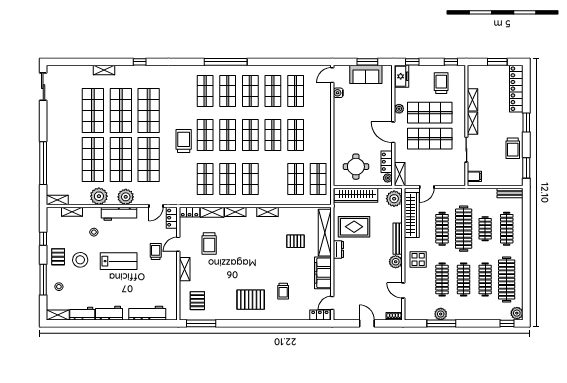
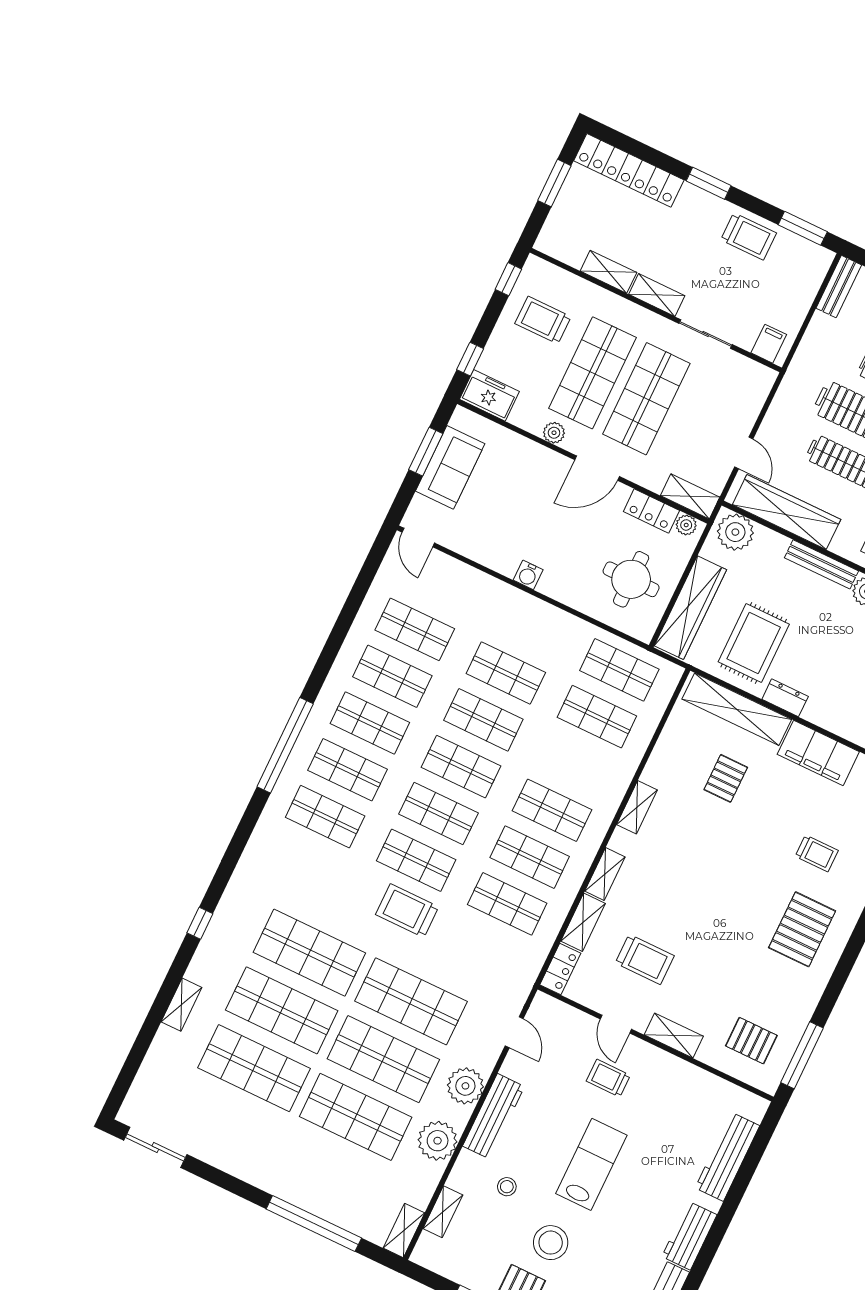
water cooler: (338, 93) -> (528, 575), moved
locker: (172, 218) -> (554, 1011), removed

